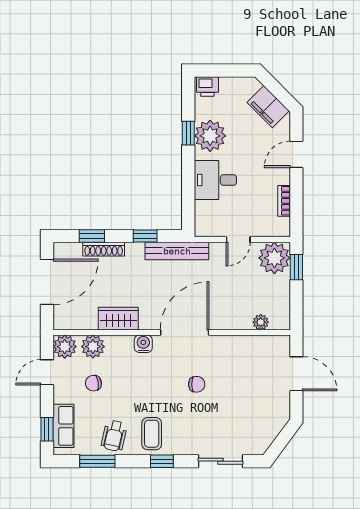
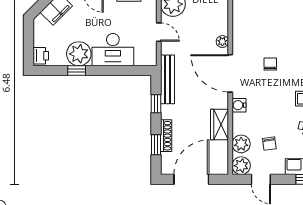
desk: (215, 180) -> (113, 50), width x1.37
door: (47, 282) -> (191, 179), hinge flipped
plant: (261, 322) -> (222, 42), moved

